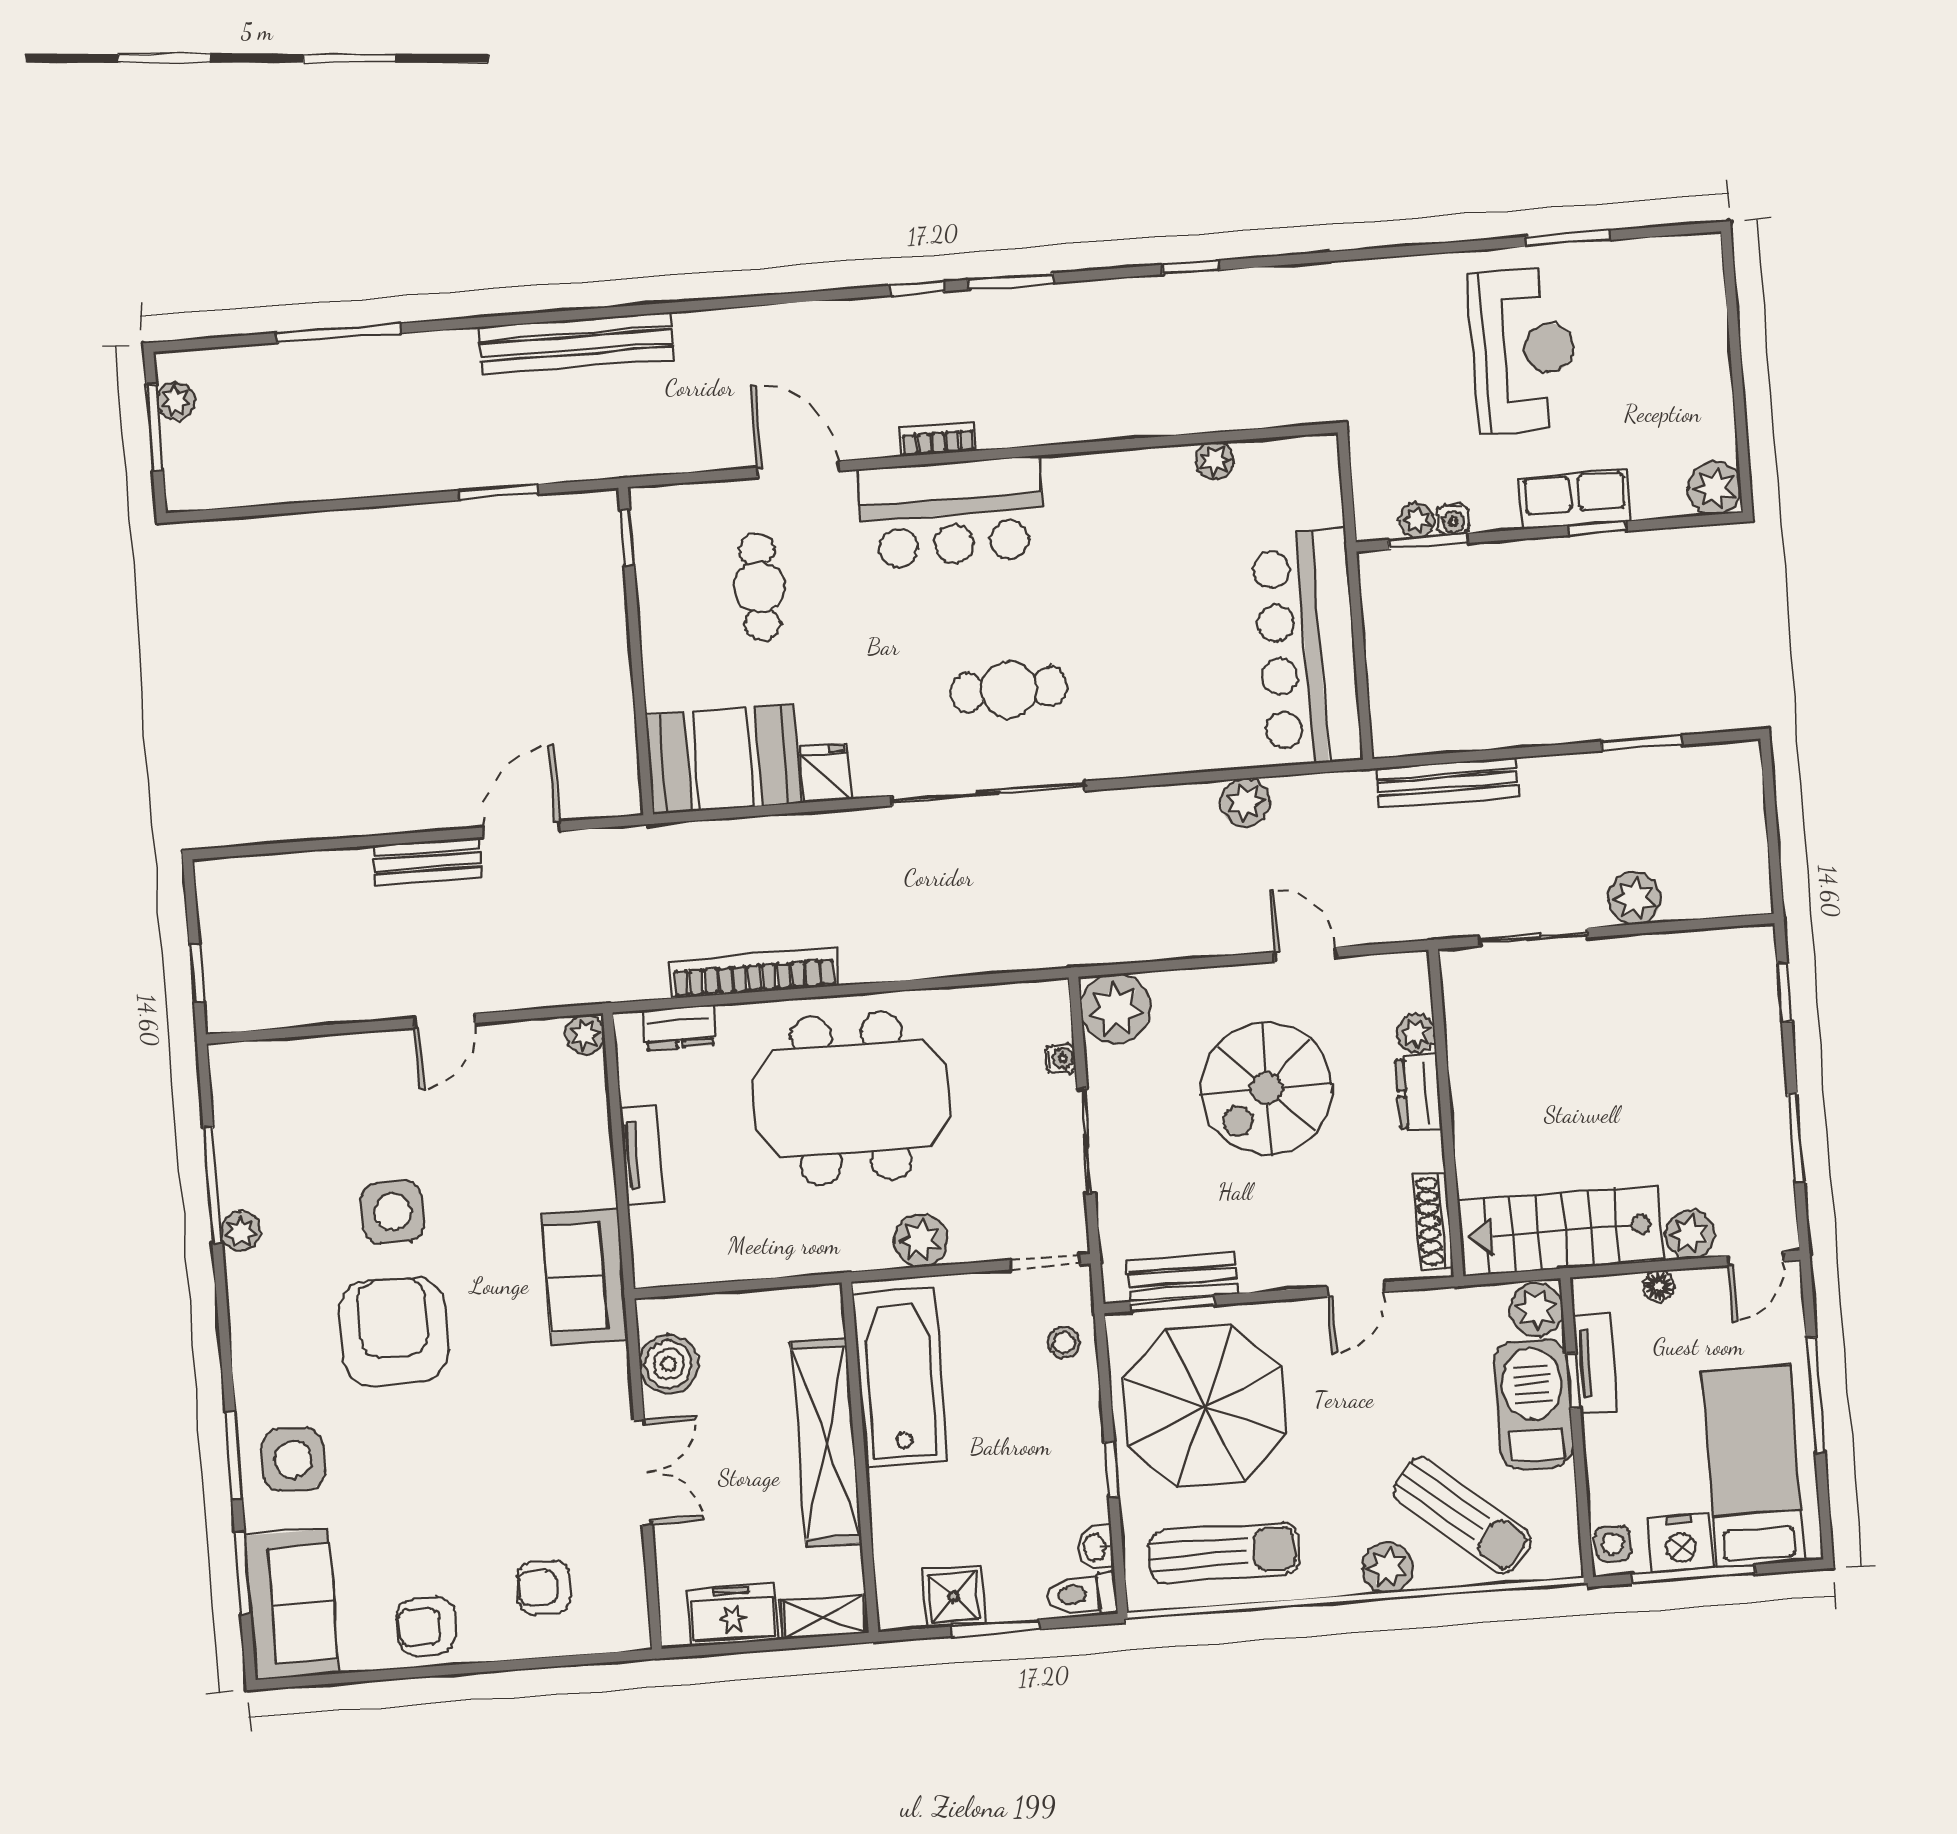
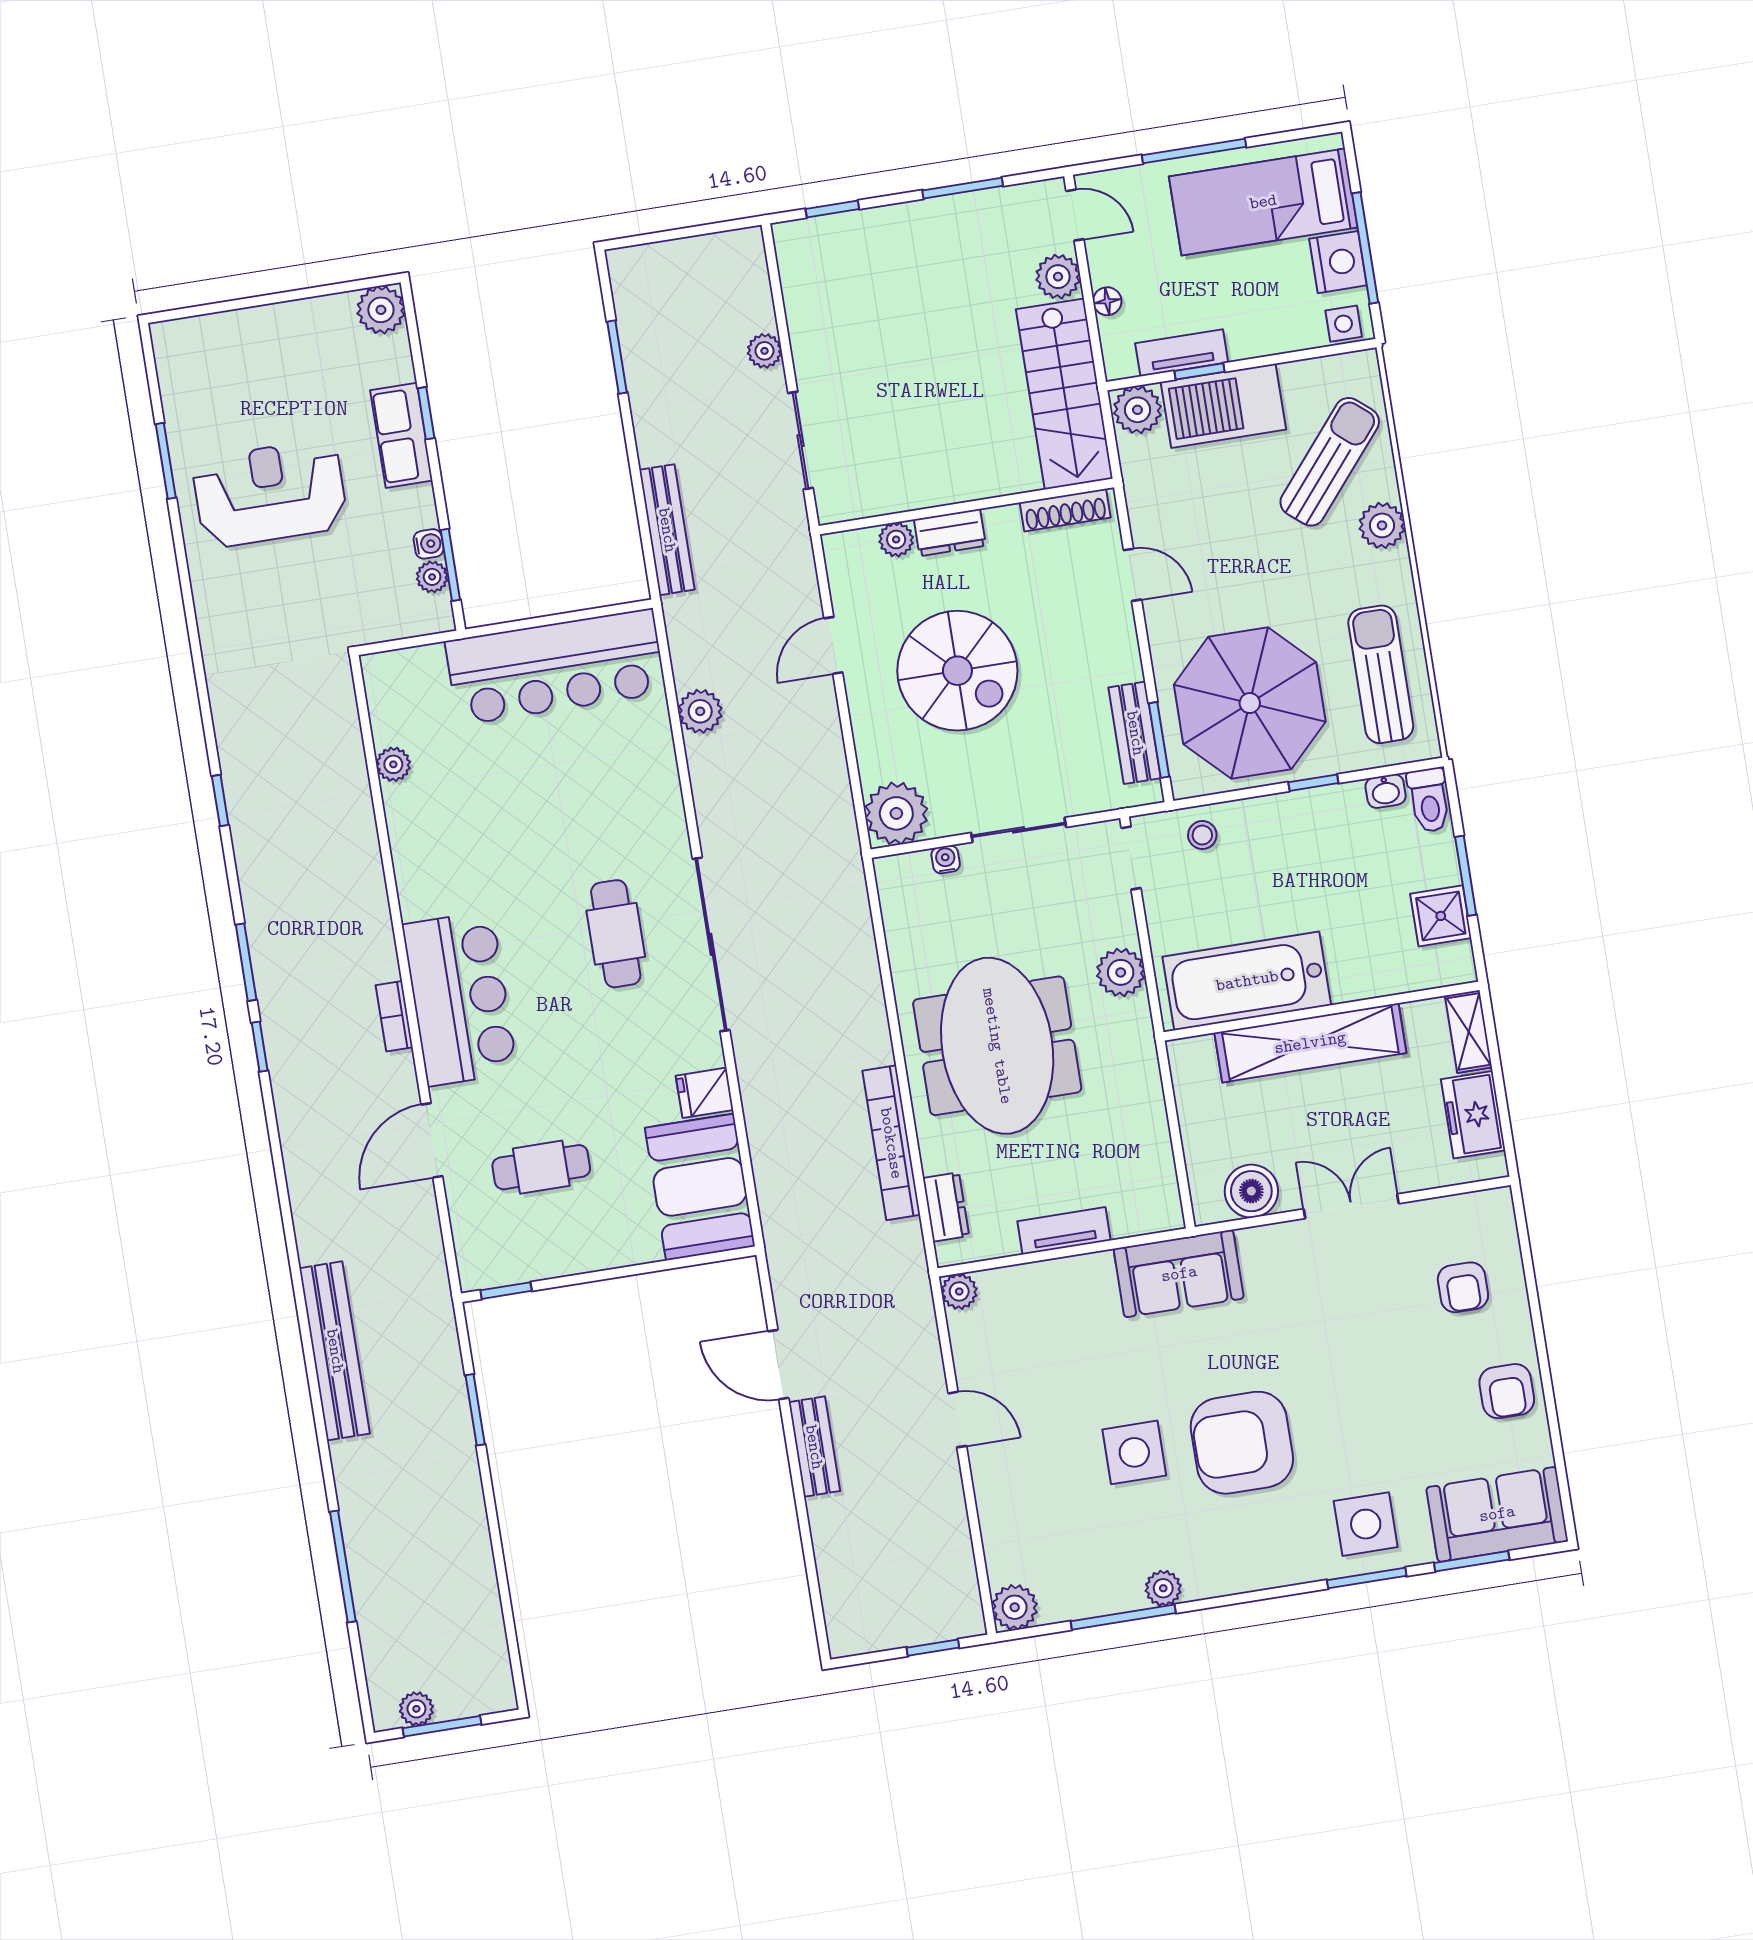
plant: (1634, 898) -> (765, 351), width x0.73, depth x0.73
plant: (233, 1067) -> (1015, 1607), added

